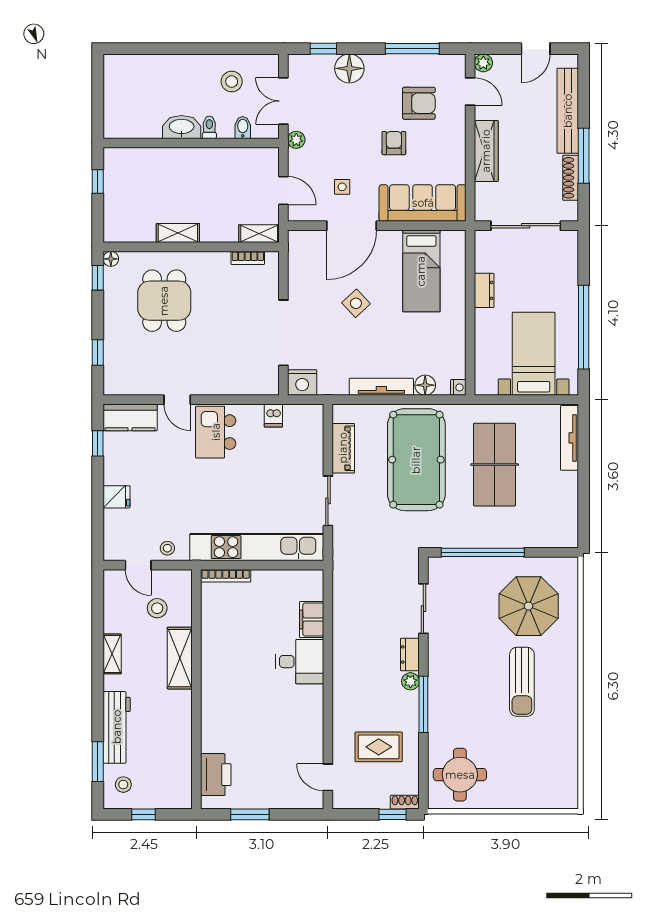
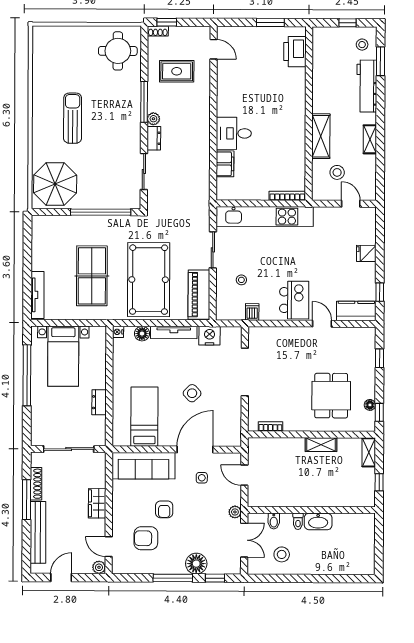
window: (412, 49) -> (173, 578), moved
wardrobe: (486, 151) -> (97, 503), width x0.67
shelving: (259, 234) -> (369, 452), moved, turned 90
floor lamp: (111, 259) -> (370, 405), moved
nightstand: (302, 382) -> (210, 336), moved
piano: (343, 448) -> (199, 295), width x1.37, depth x1.33
stool: (167, 548) -> (241, 280), moved
parasol: (529, 606) -> (55, 184), moved

